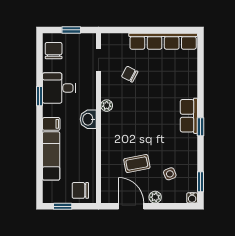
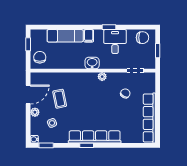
row of seats: (189, 116) -> (95, 137), width x2.02

